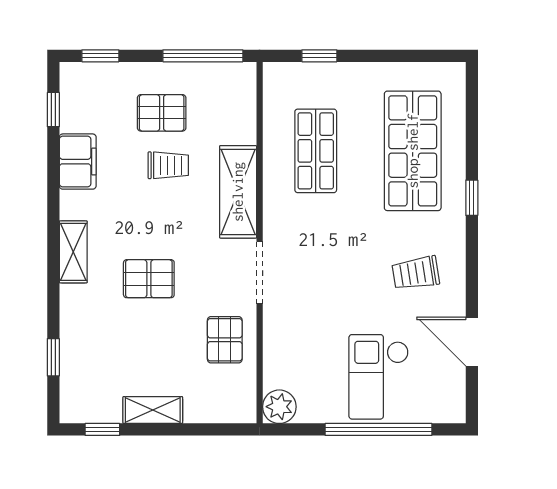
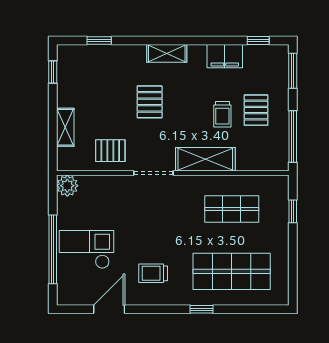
window: (100, 56) -> (293, 71), width x1.50
trolley: (416, 273) -> (153, 273), turned -81
shelving: (153, 410) -> (65, 127), moved

